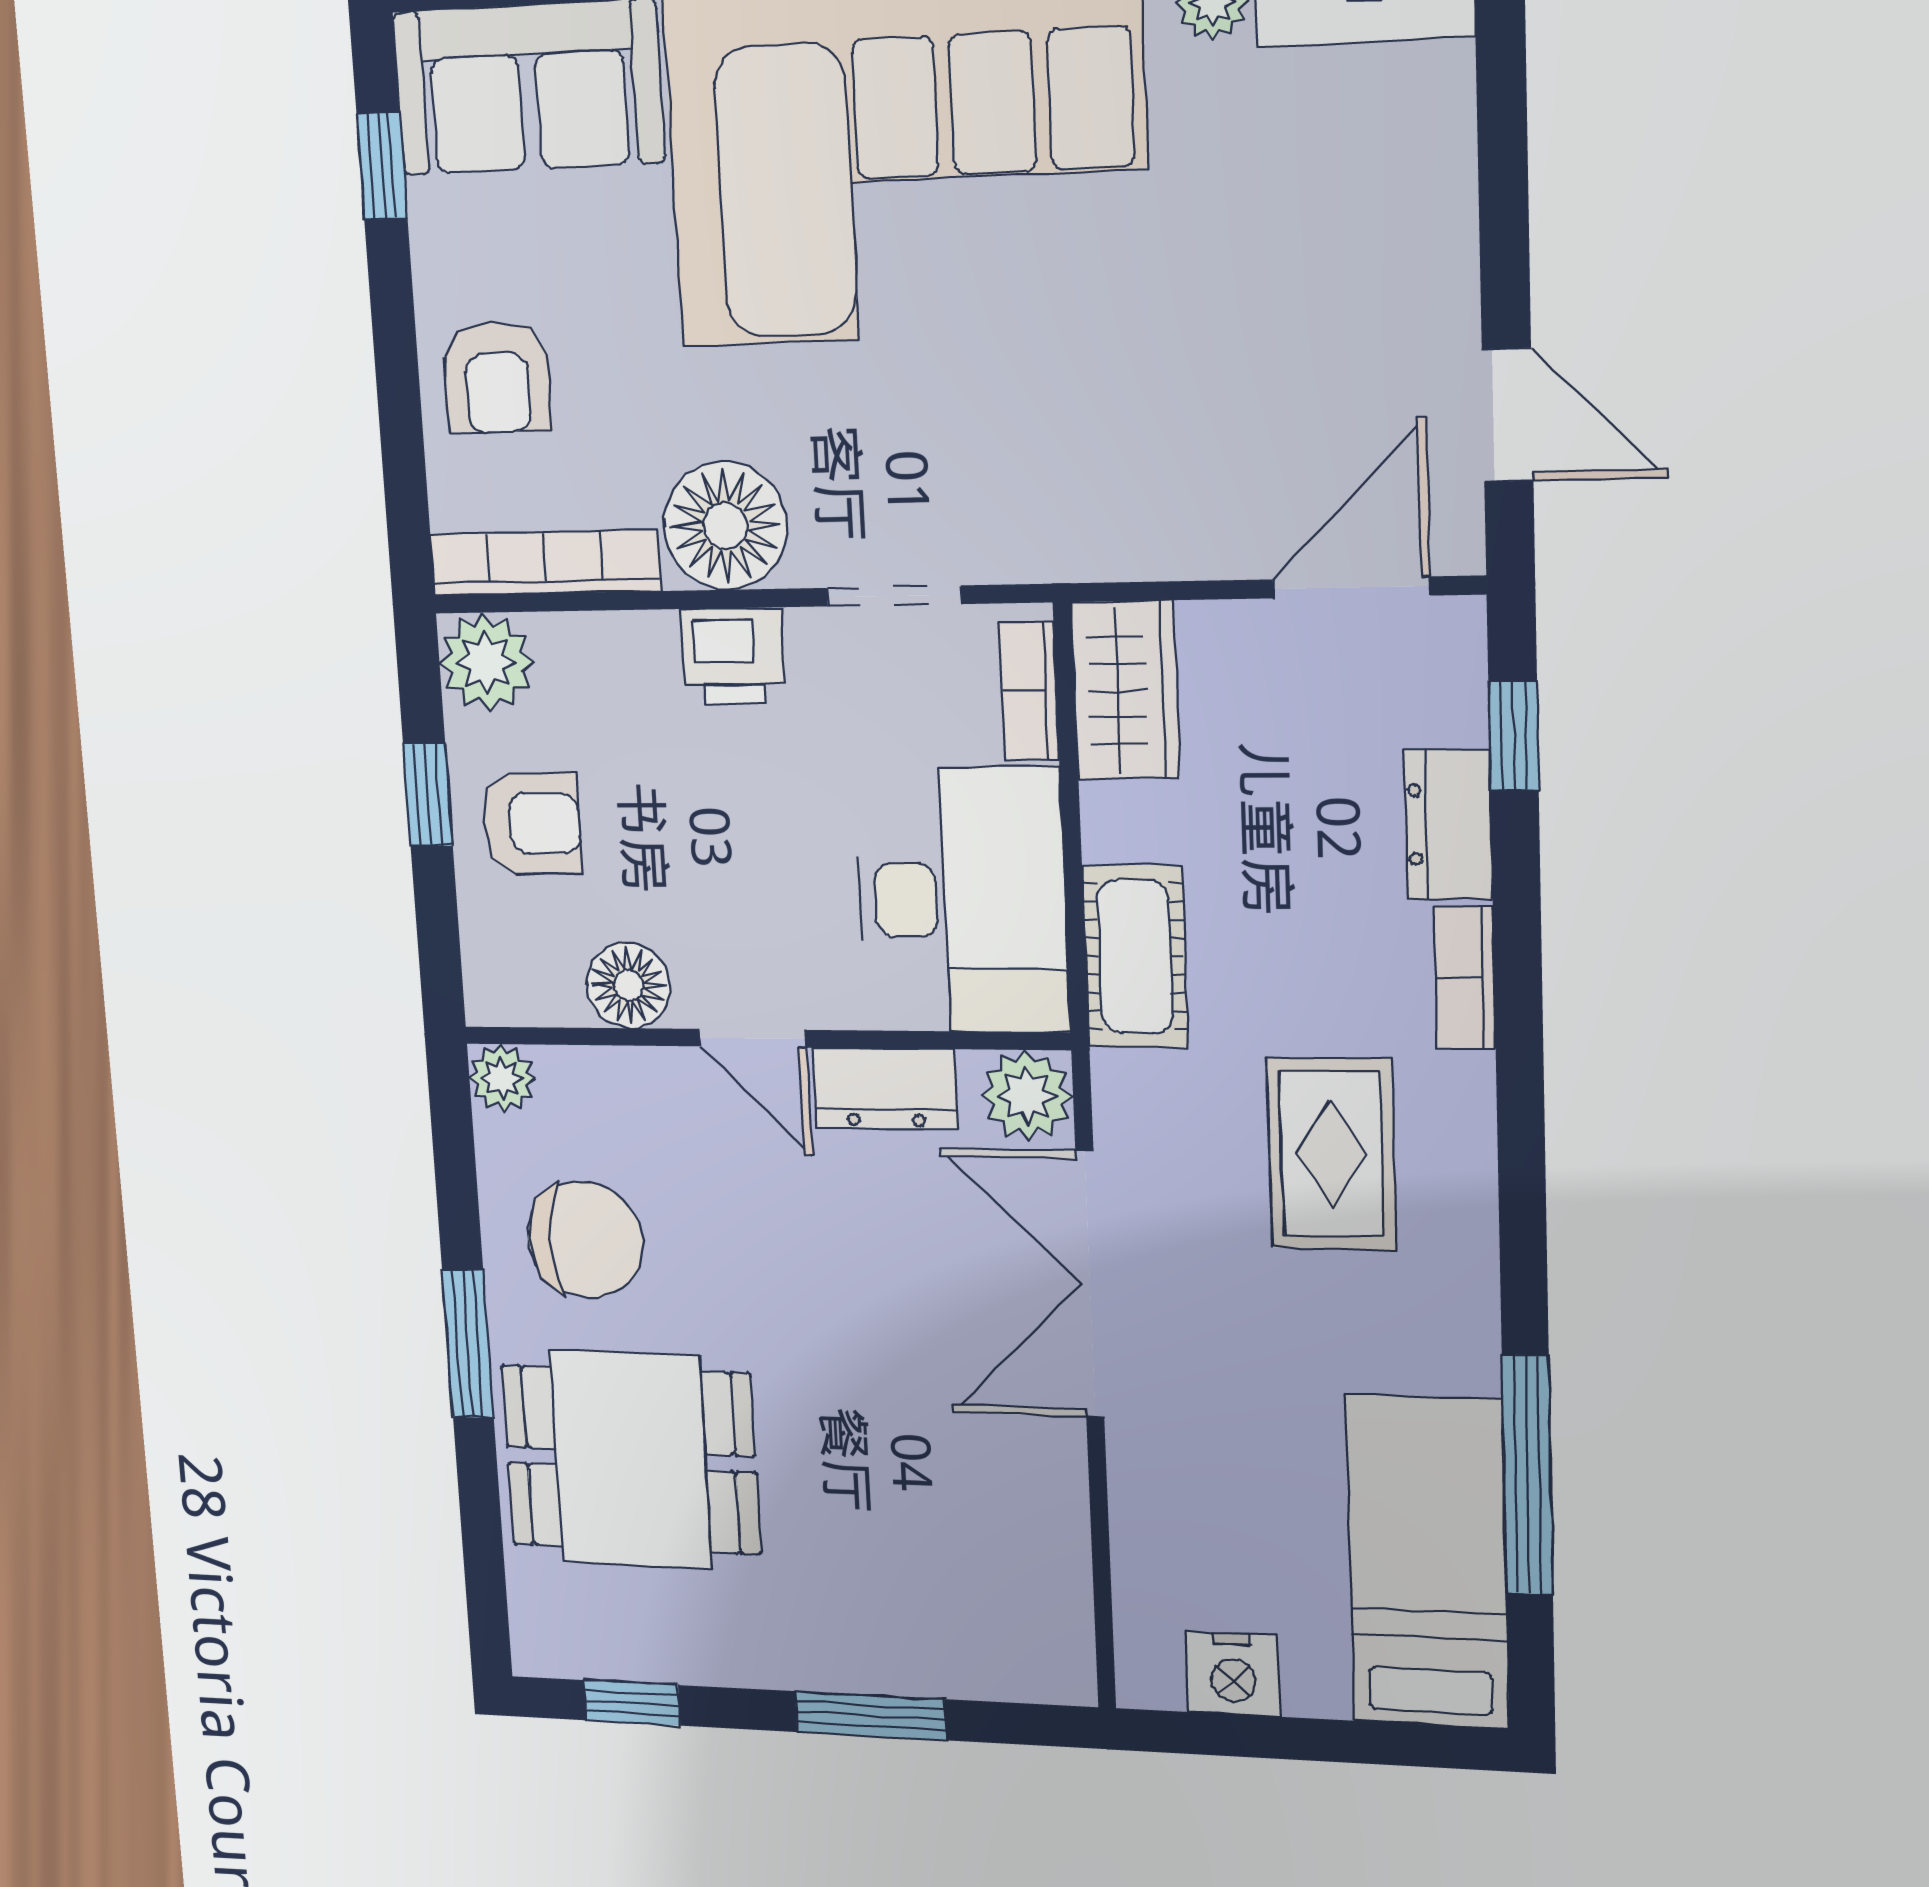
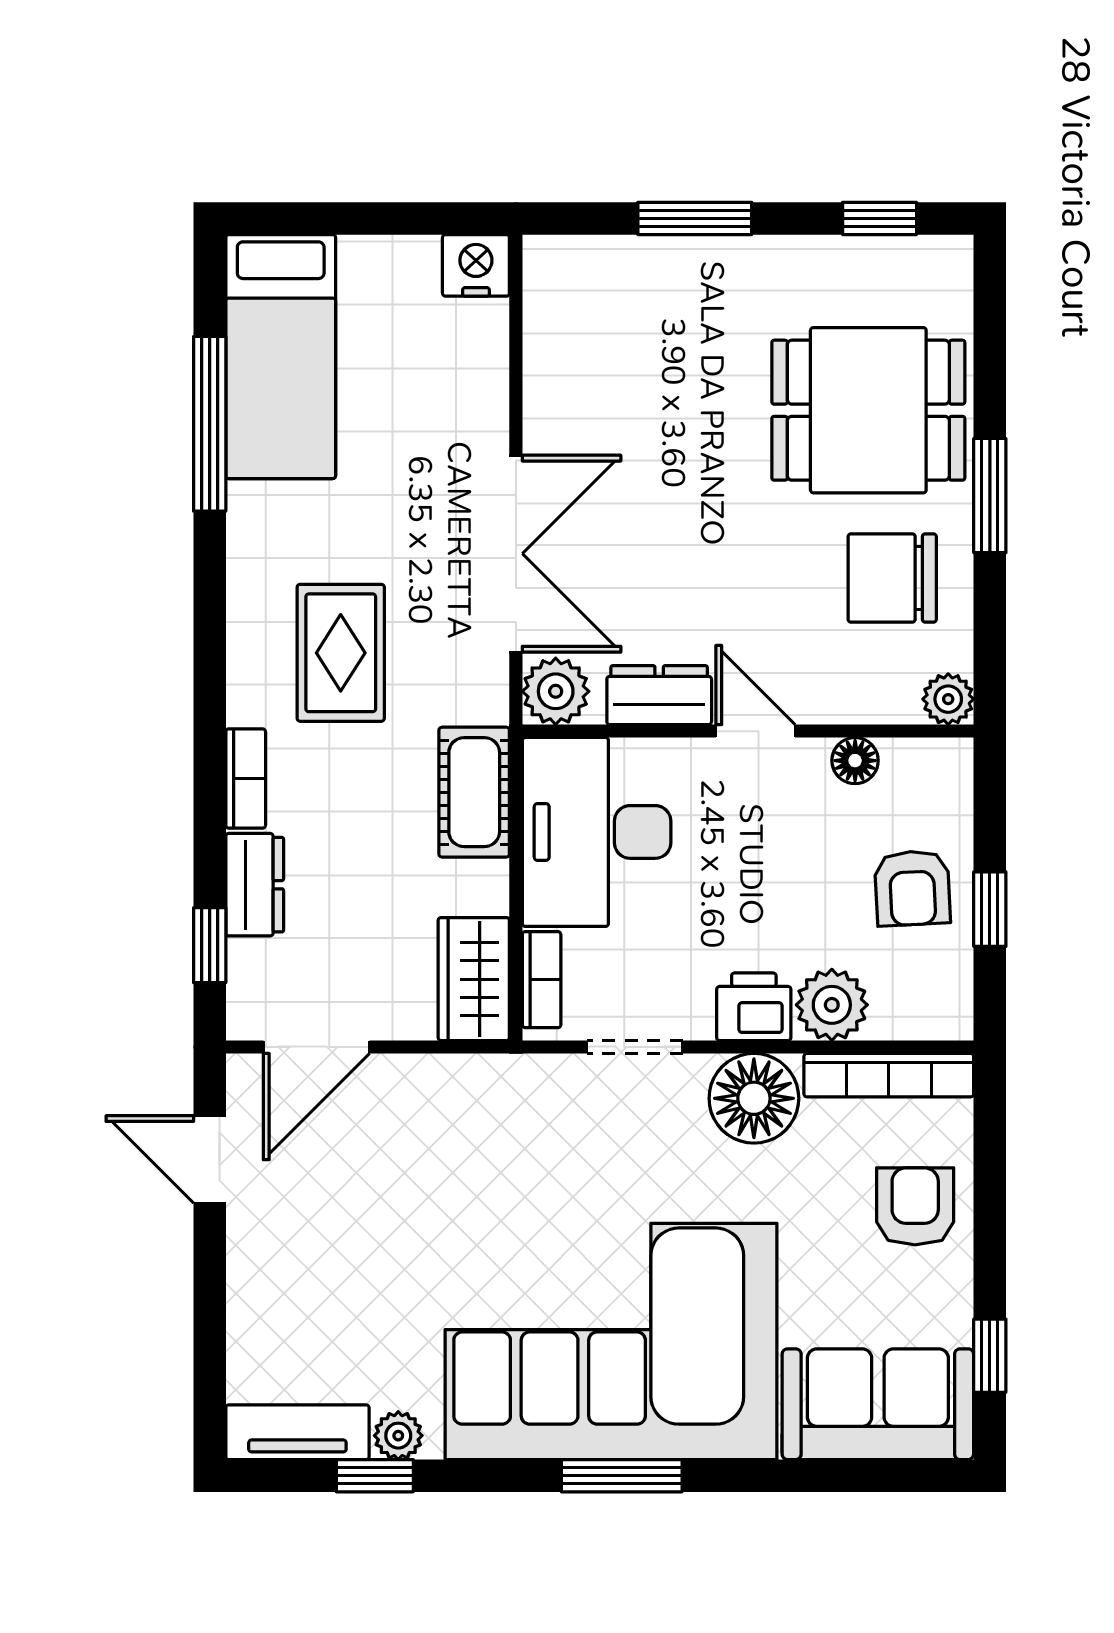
plant: (486, 662) -> (832, 1005), moved
armchair: (531, 823) -> (912, 888), turned -93
floor lamp: (629, 985) -> (855, 761), width x0.73, depth x0.73
nightstand: (1233, 1674) -> (476, 265), moved

